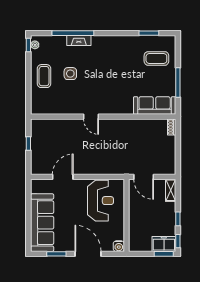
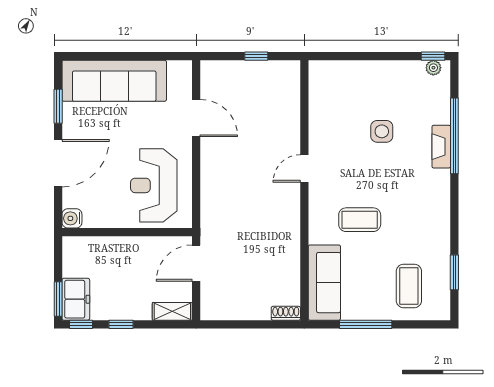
coffee table: (44, 76) -> (360, 220), moved
reception desk: (100, 201) -> (154, 185), turned 90

